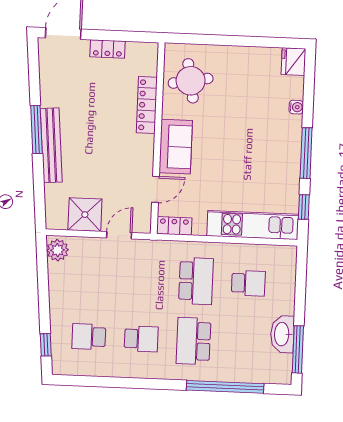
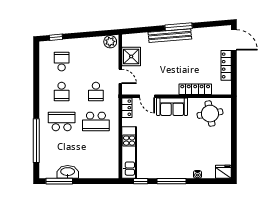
locker: (107, 49) -> (226, 65), width x1.53
school desk: (248, 283) -> (96, 92), moved

